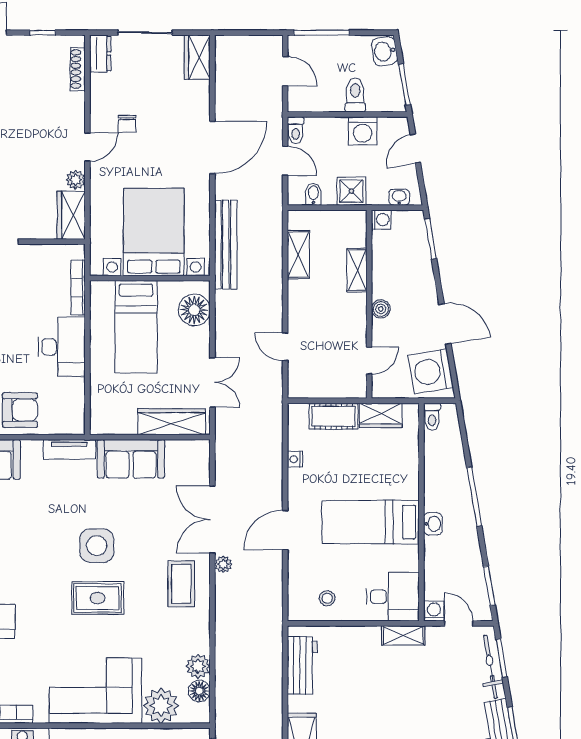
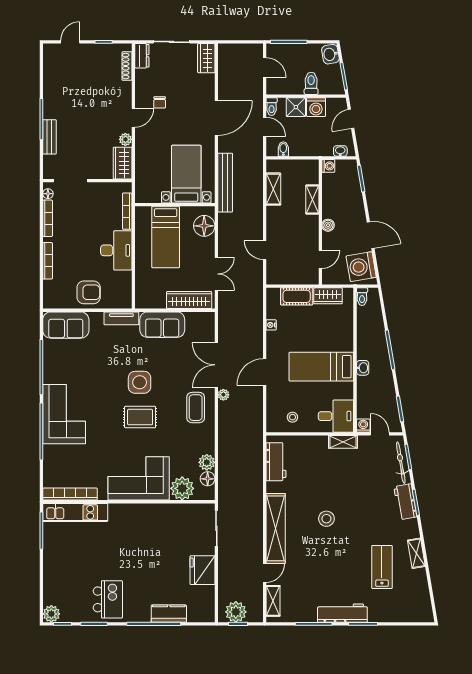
shower: (351, 191) -> (296, 107), moved
bed with nightstands: (154, 232) -> (186, 174), width x0.73

